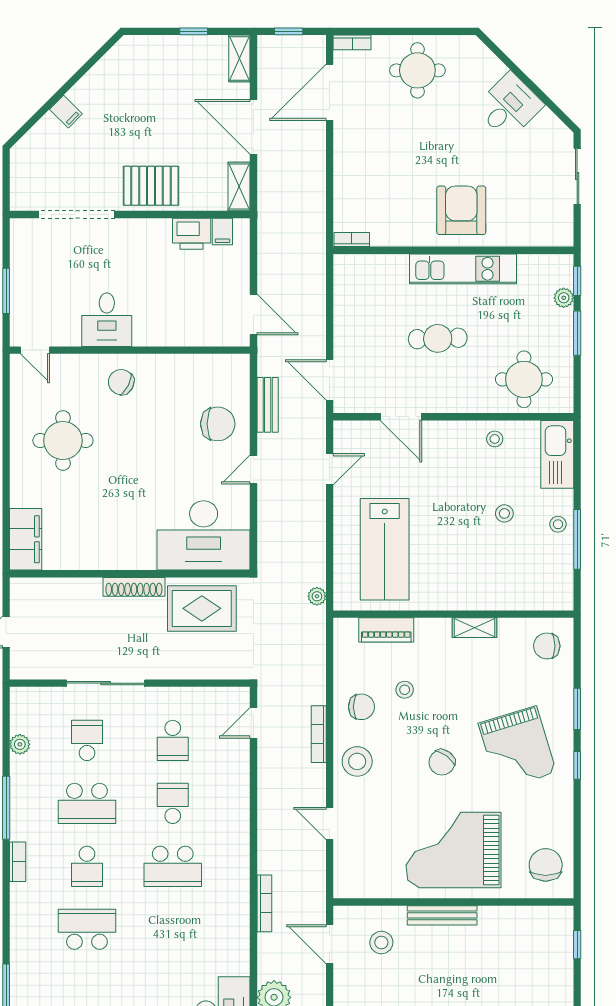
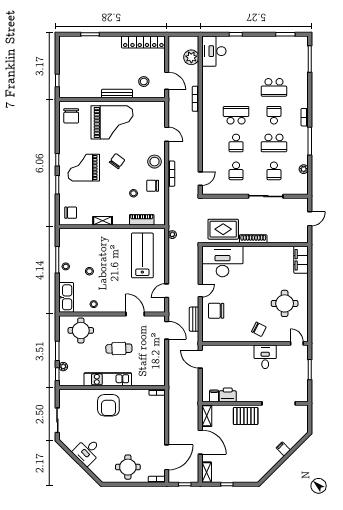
school desk: (173, 740) -> (236, 171), turned 180
grand piano: (517, 748) -> (84, 168), turned -73
school desk: (87, 803) -> (274, 143), turned 180

